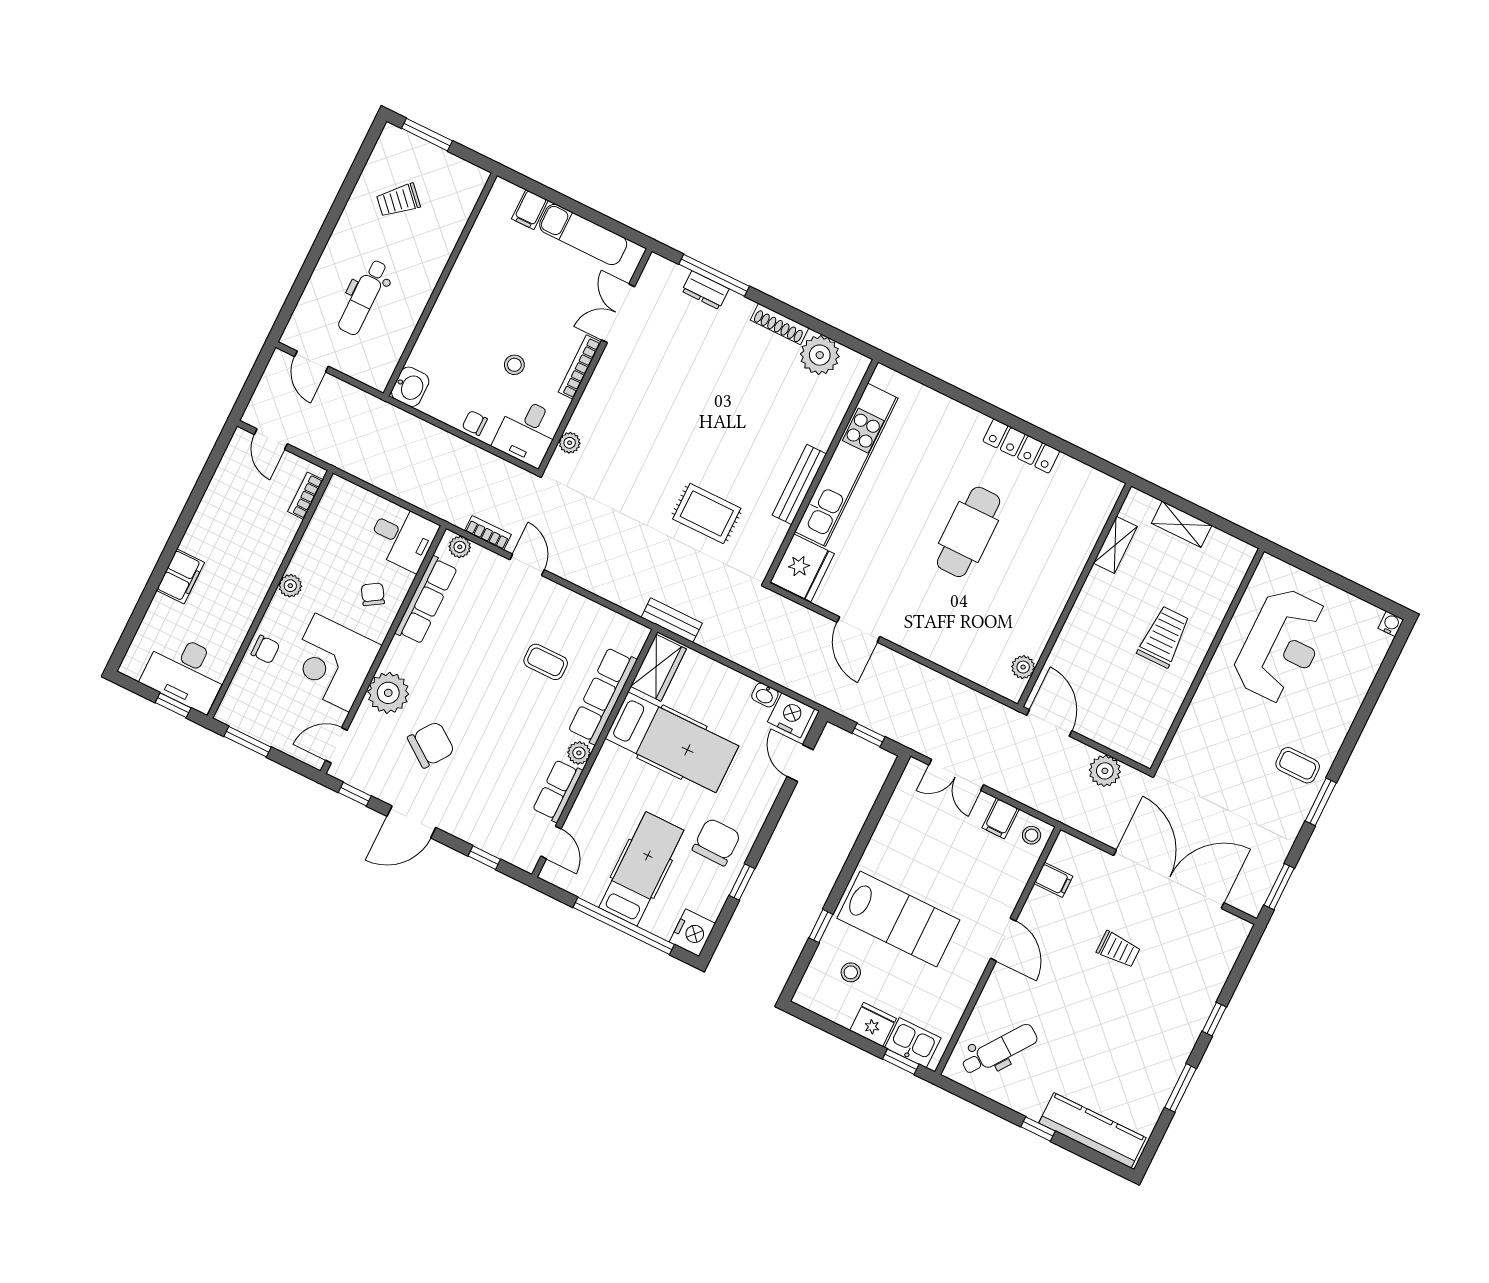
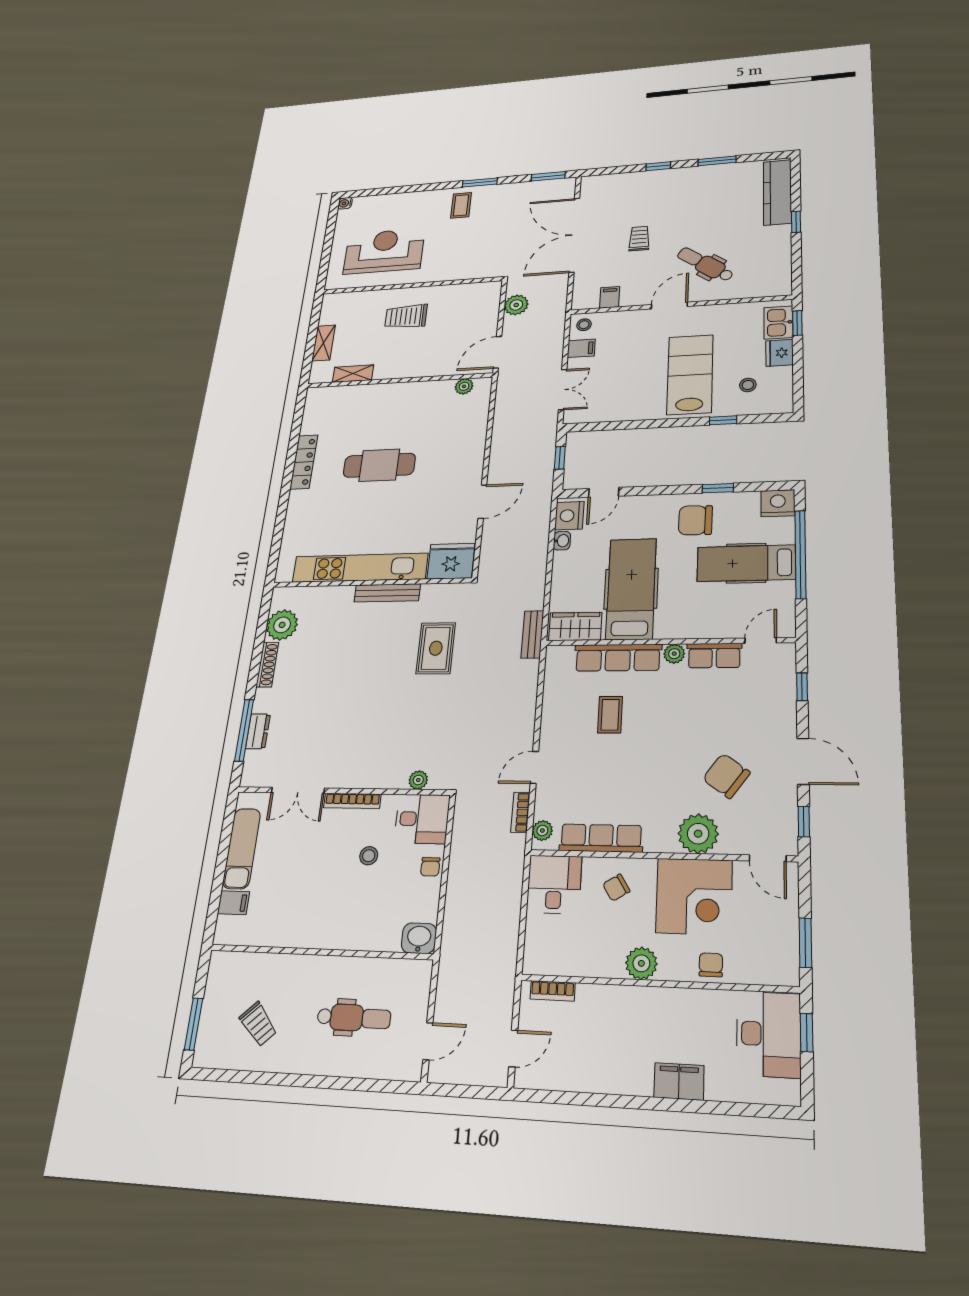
plant: (290, 586) -> (641, 963), width x1.38, depth x1.38
dental chair: (999, 1050) -> (705, 264), moved

